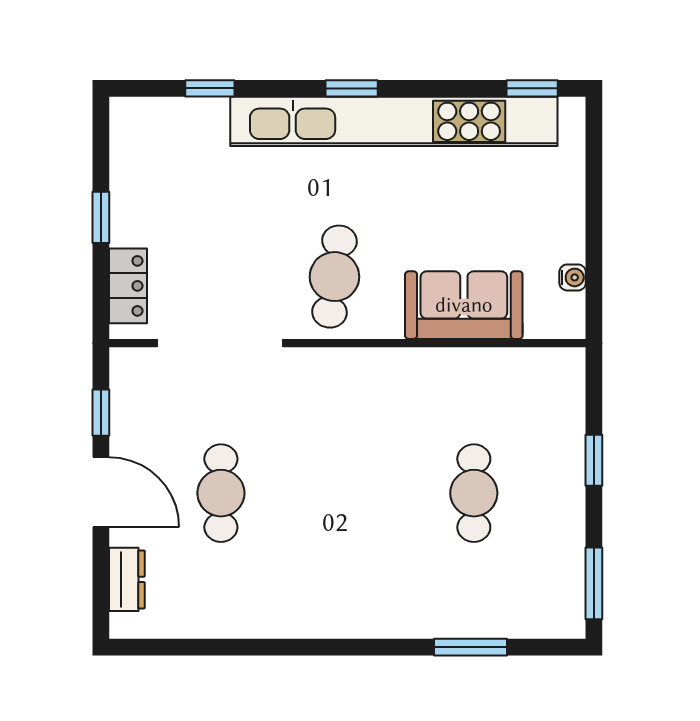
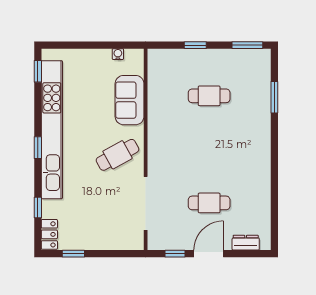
window: (101, 217) -> (73, 254), moved
cafe table: (334, 277) -> (117, 155), turned -37
locker: (128, 286) -> (49, 234), moved, turned 90

